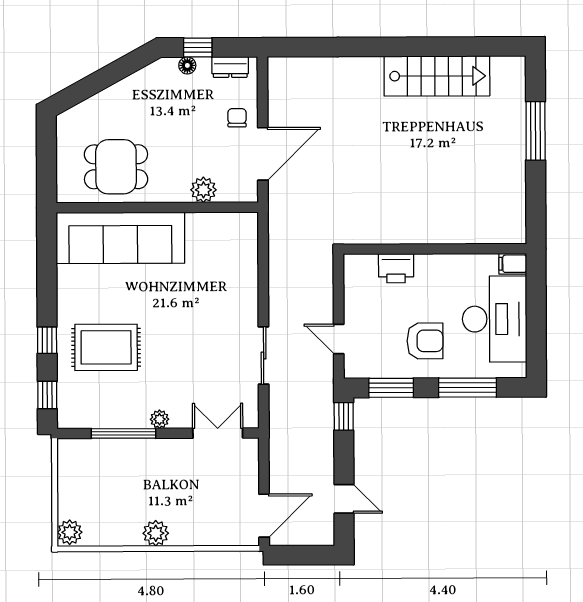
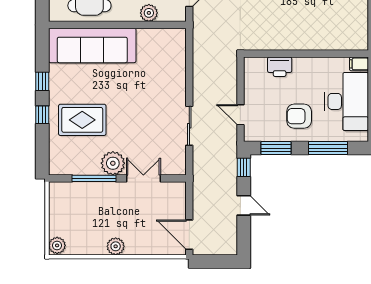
armchair: (425, 341) -> (299, 116), turned 180
window: (47, 395) -> (42, 81), moved
plant: (160, 419) -> (113, 163), width x1.88, depth x1.88
double door: (218, 433) -> (143, 178), moved
door: (344, 499) -> (244, 205), moved
door: (264, 516) -> (189, 235), swing flipped

